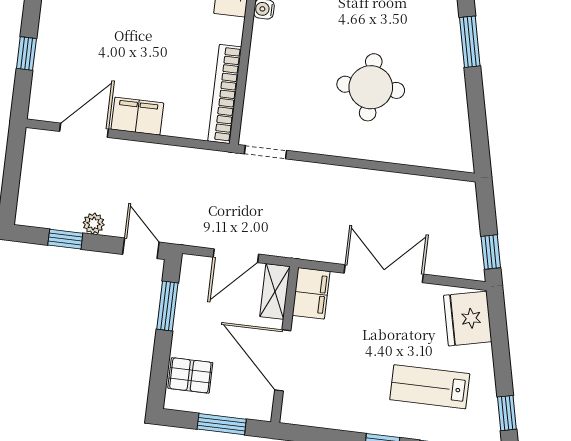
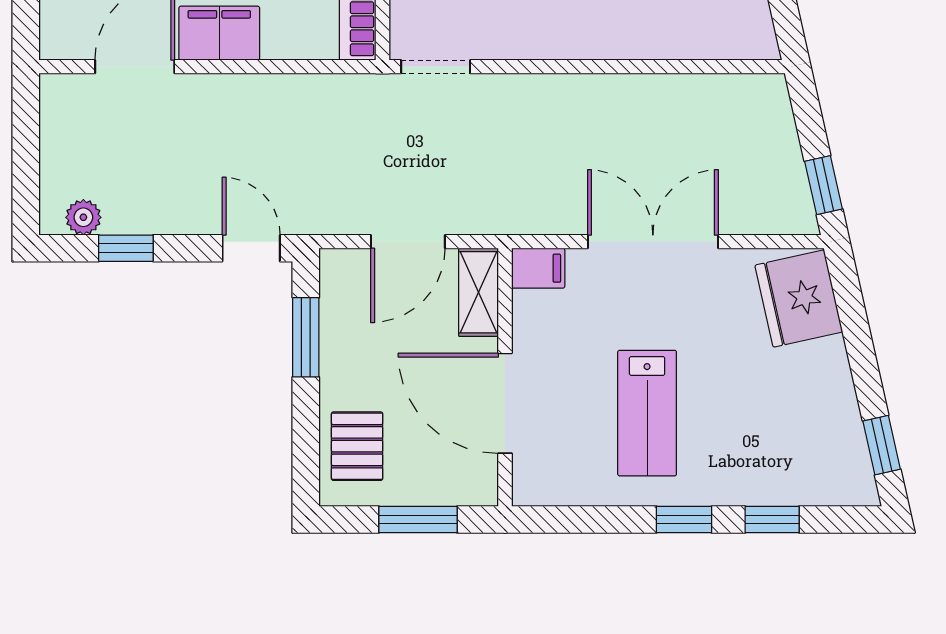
plant: (94, 224) -> (83, 217), moved
filing cabinet: (311, 293) -> (538, 268), width x0.50
pallet: (190, 375) -> (357, 446), turned 90
lab bench: (430, 387) -> (647, 413), moved, turned -90

